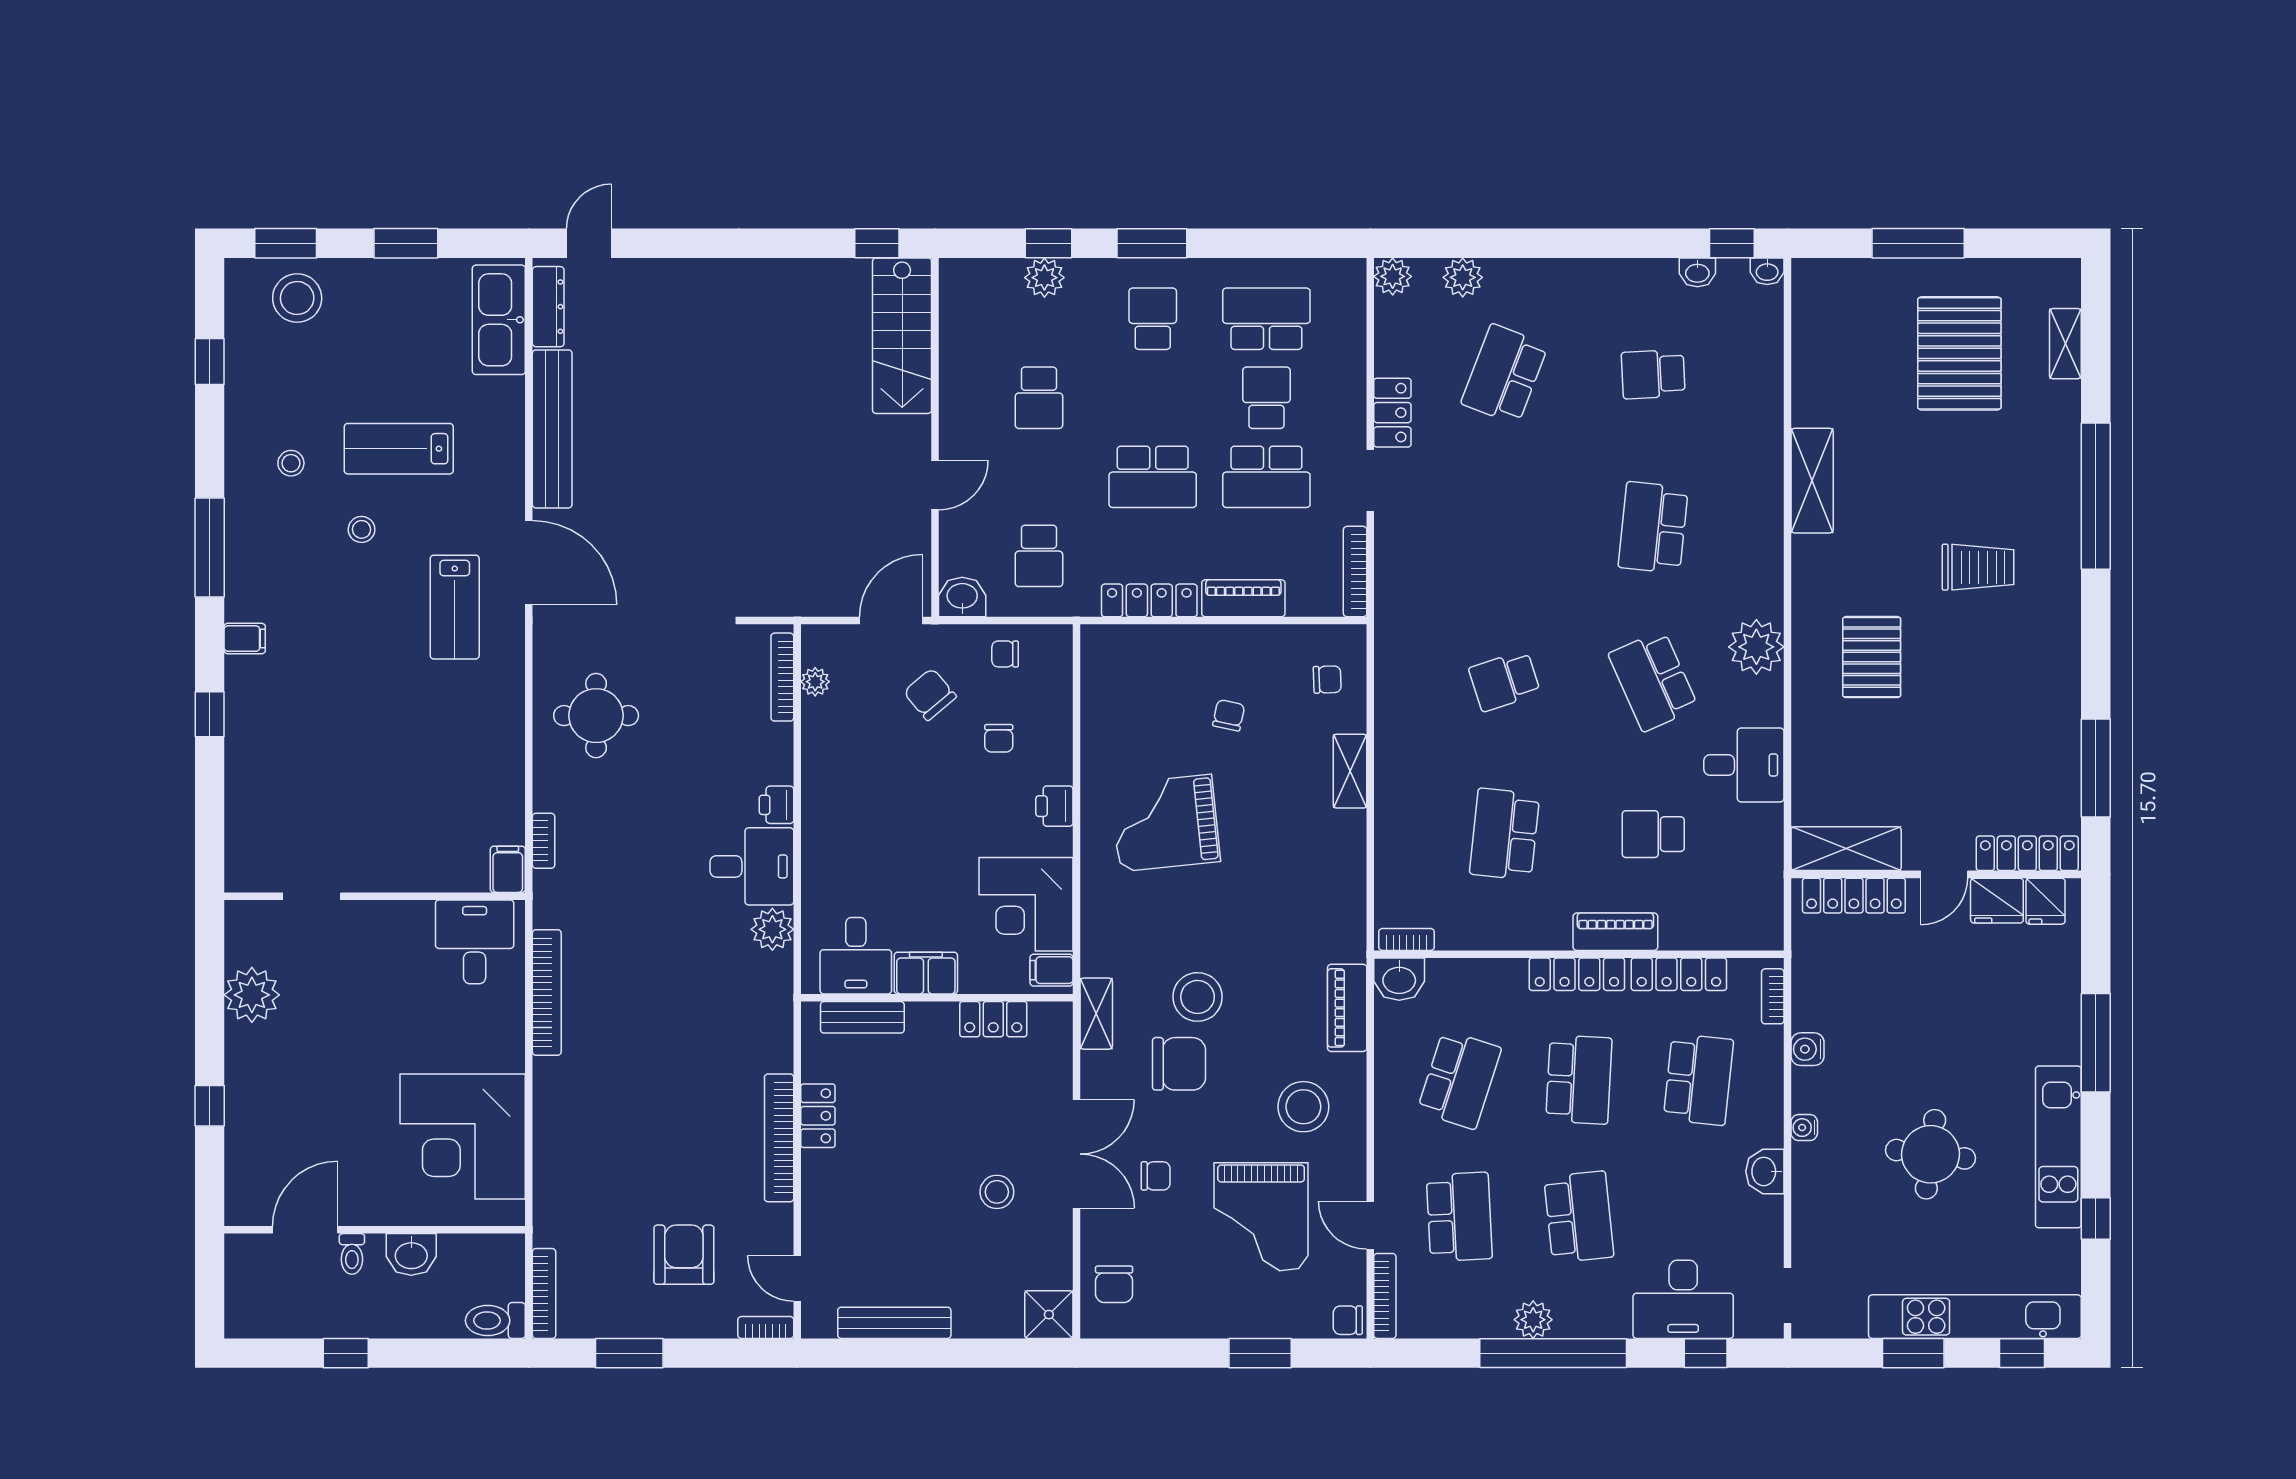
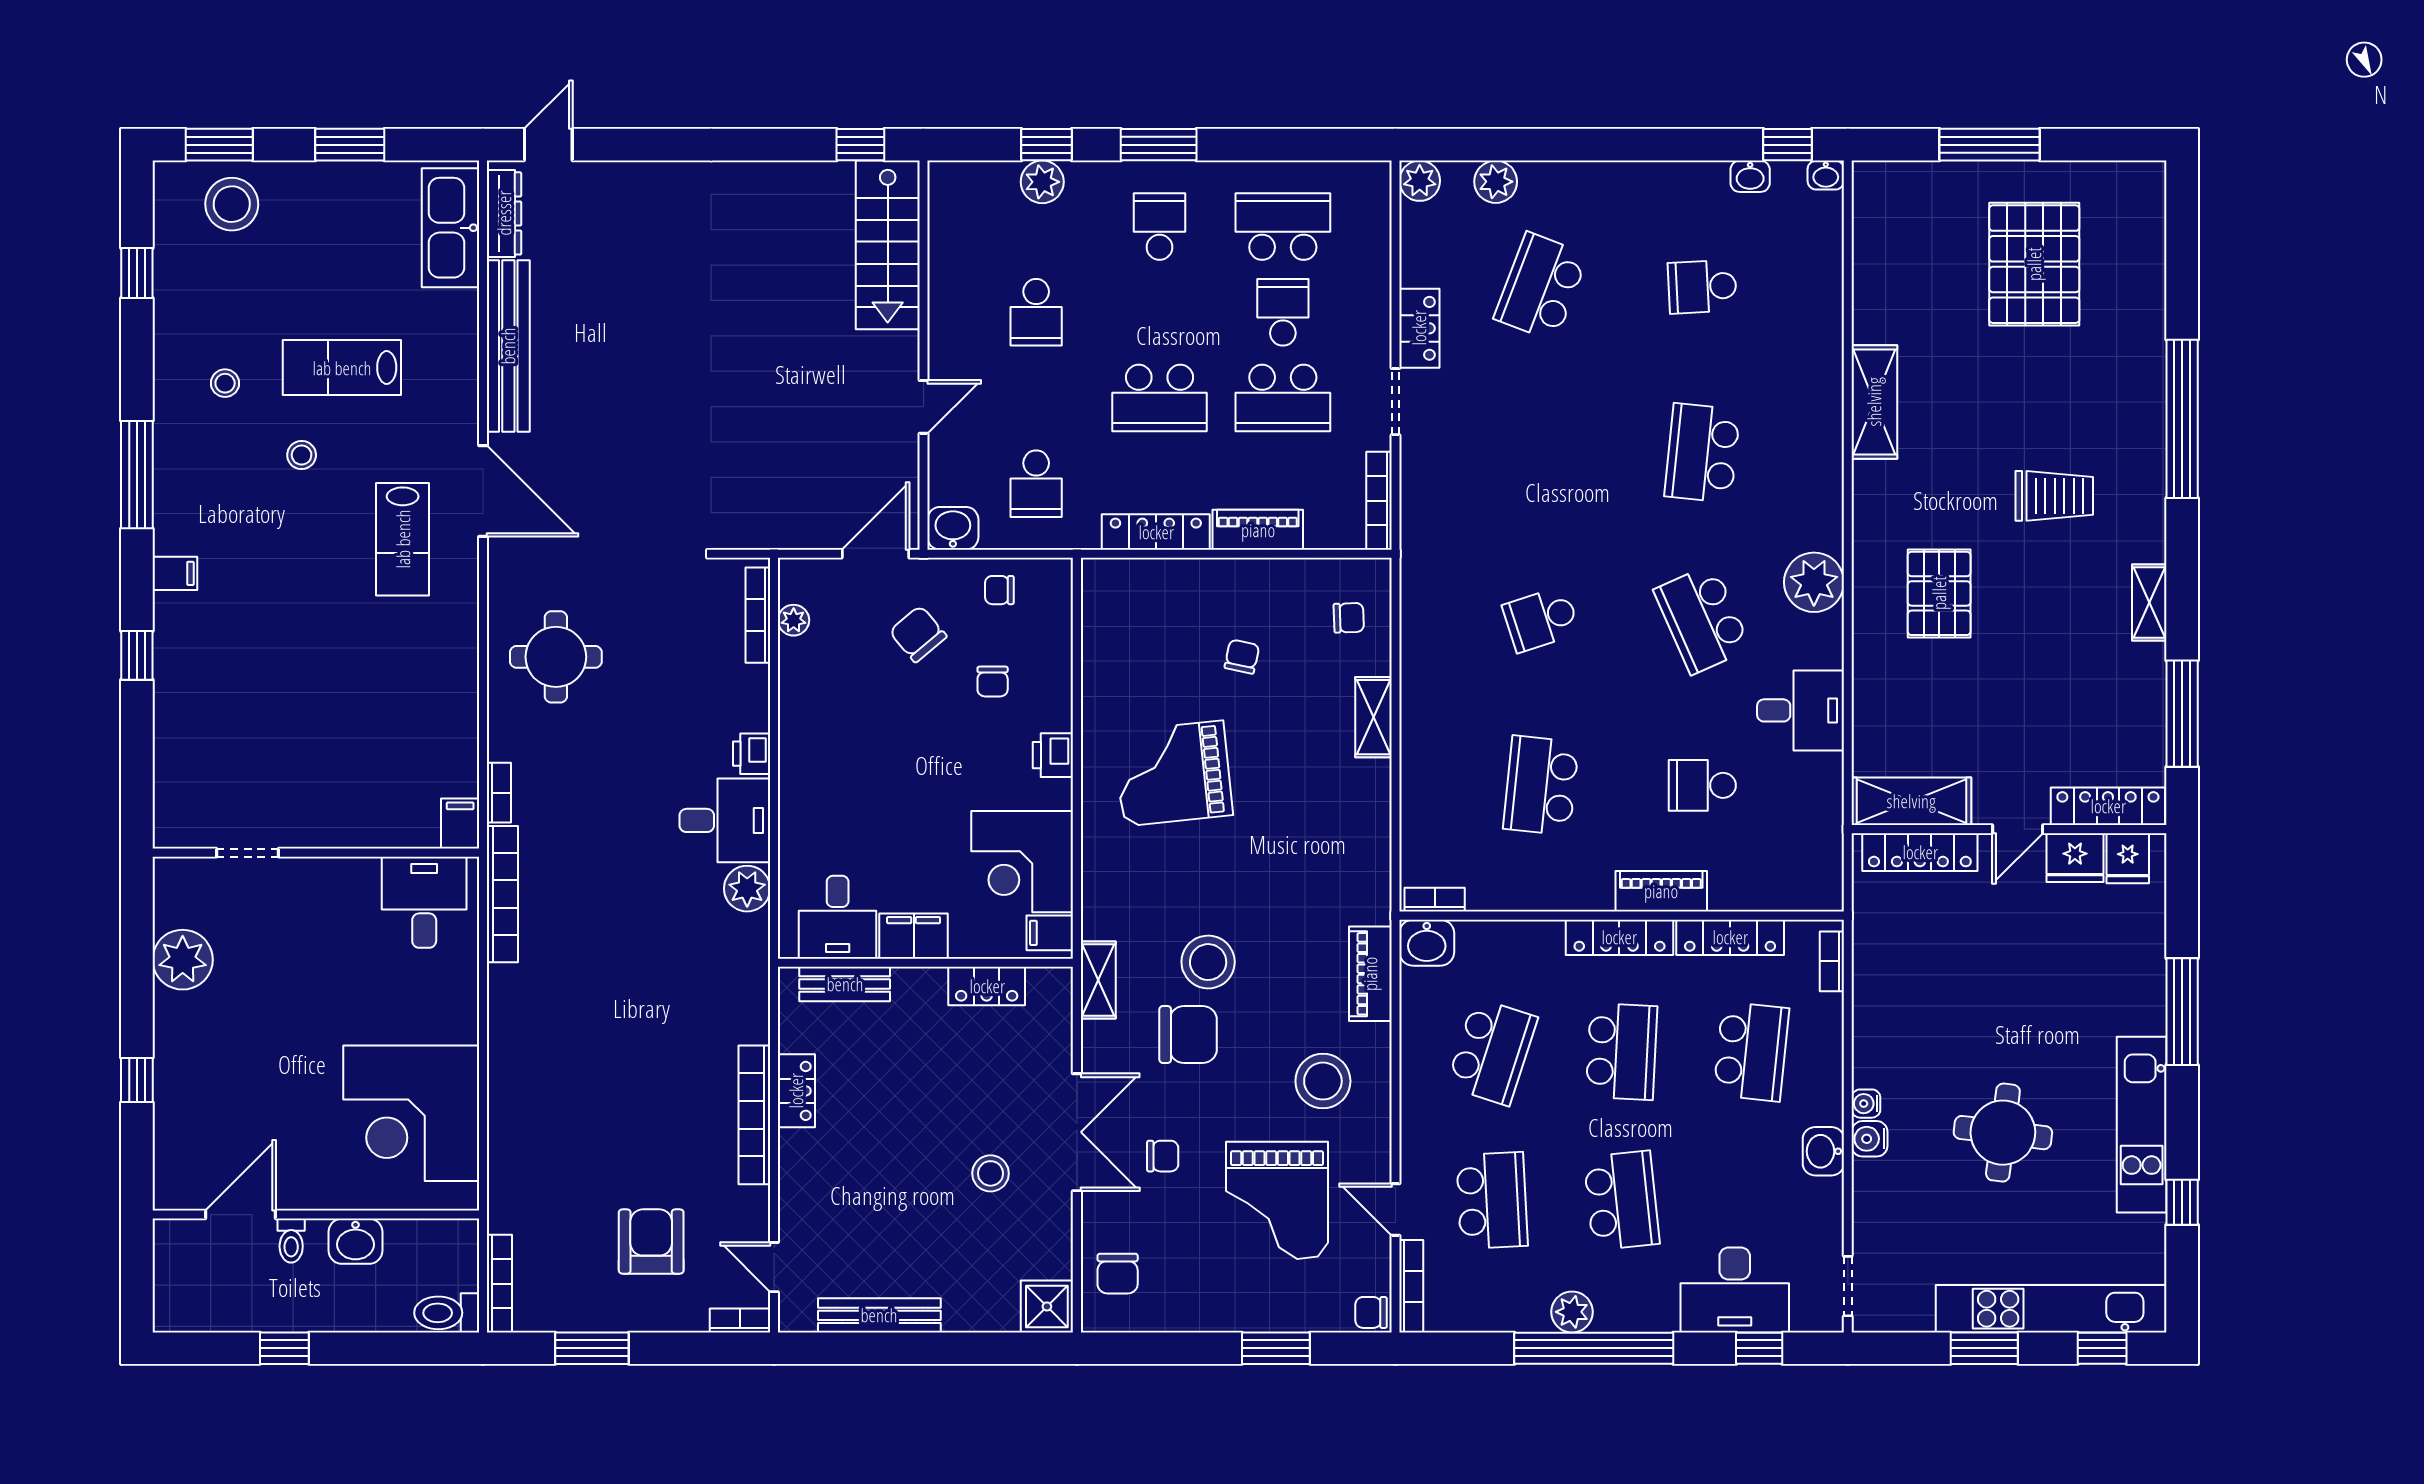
shelving: (2065, 344) -> (2149, 602), moved
bookcase: (547, 992) -> (502, 894), moved
water cooler: (1807, 1049) -> (1870, 1139), moved

